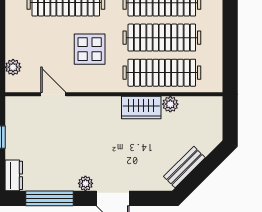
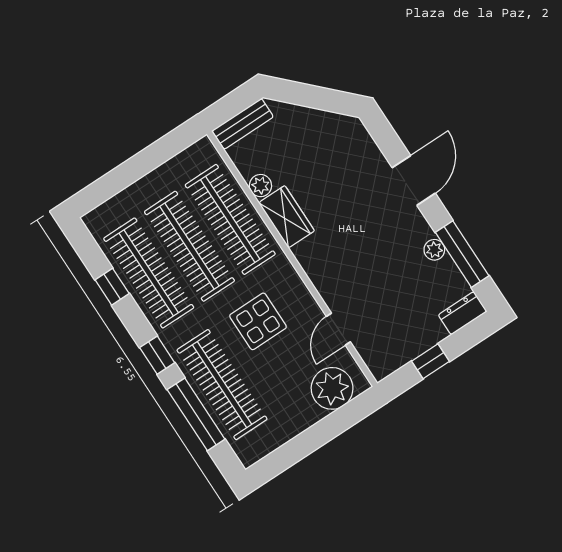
plant: (13, 67) -> (332, 388), width x1.88, depth x1.88
bench: (184, 167) -> (243, 124), moved, turned -45
plant: (85, 183) -> (434, 250), moved

